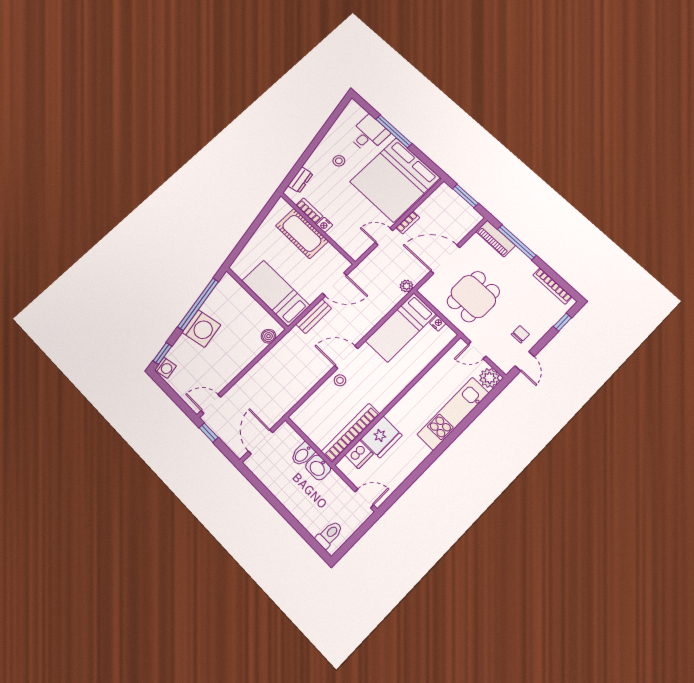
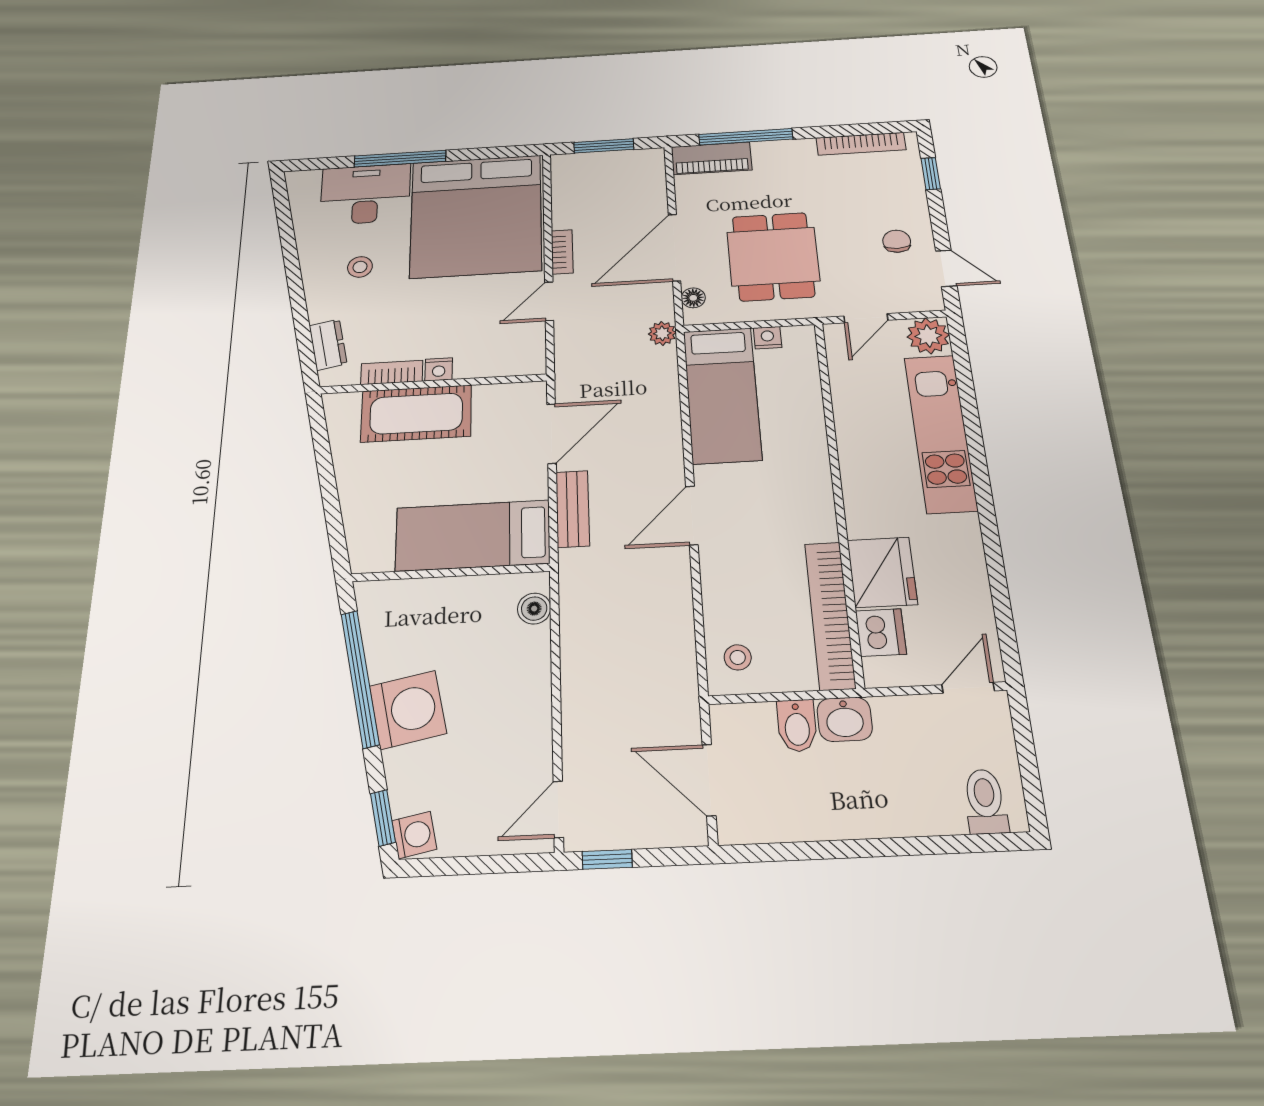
desk: (369, 134) -> (365, 194), width x1.37
floor lamp: (431, 284) -> (693, 298), added
stool: (340, 380) -> (738, 657), moved

